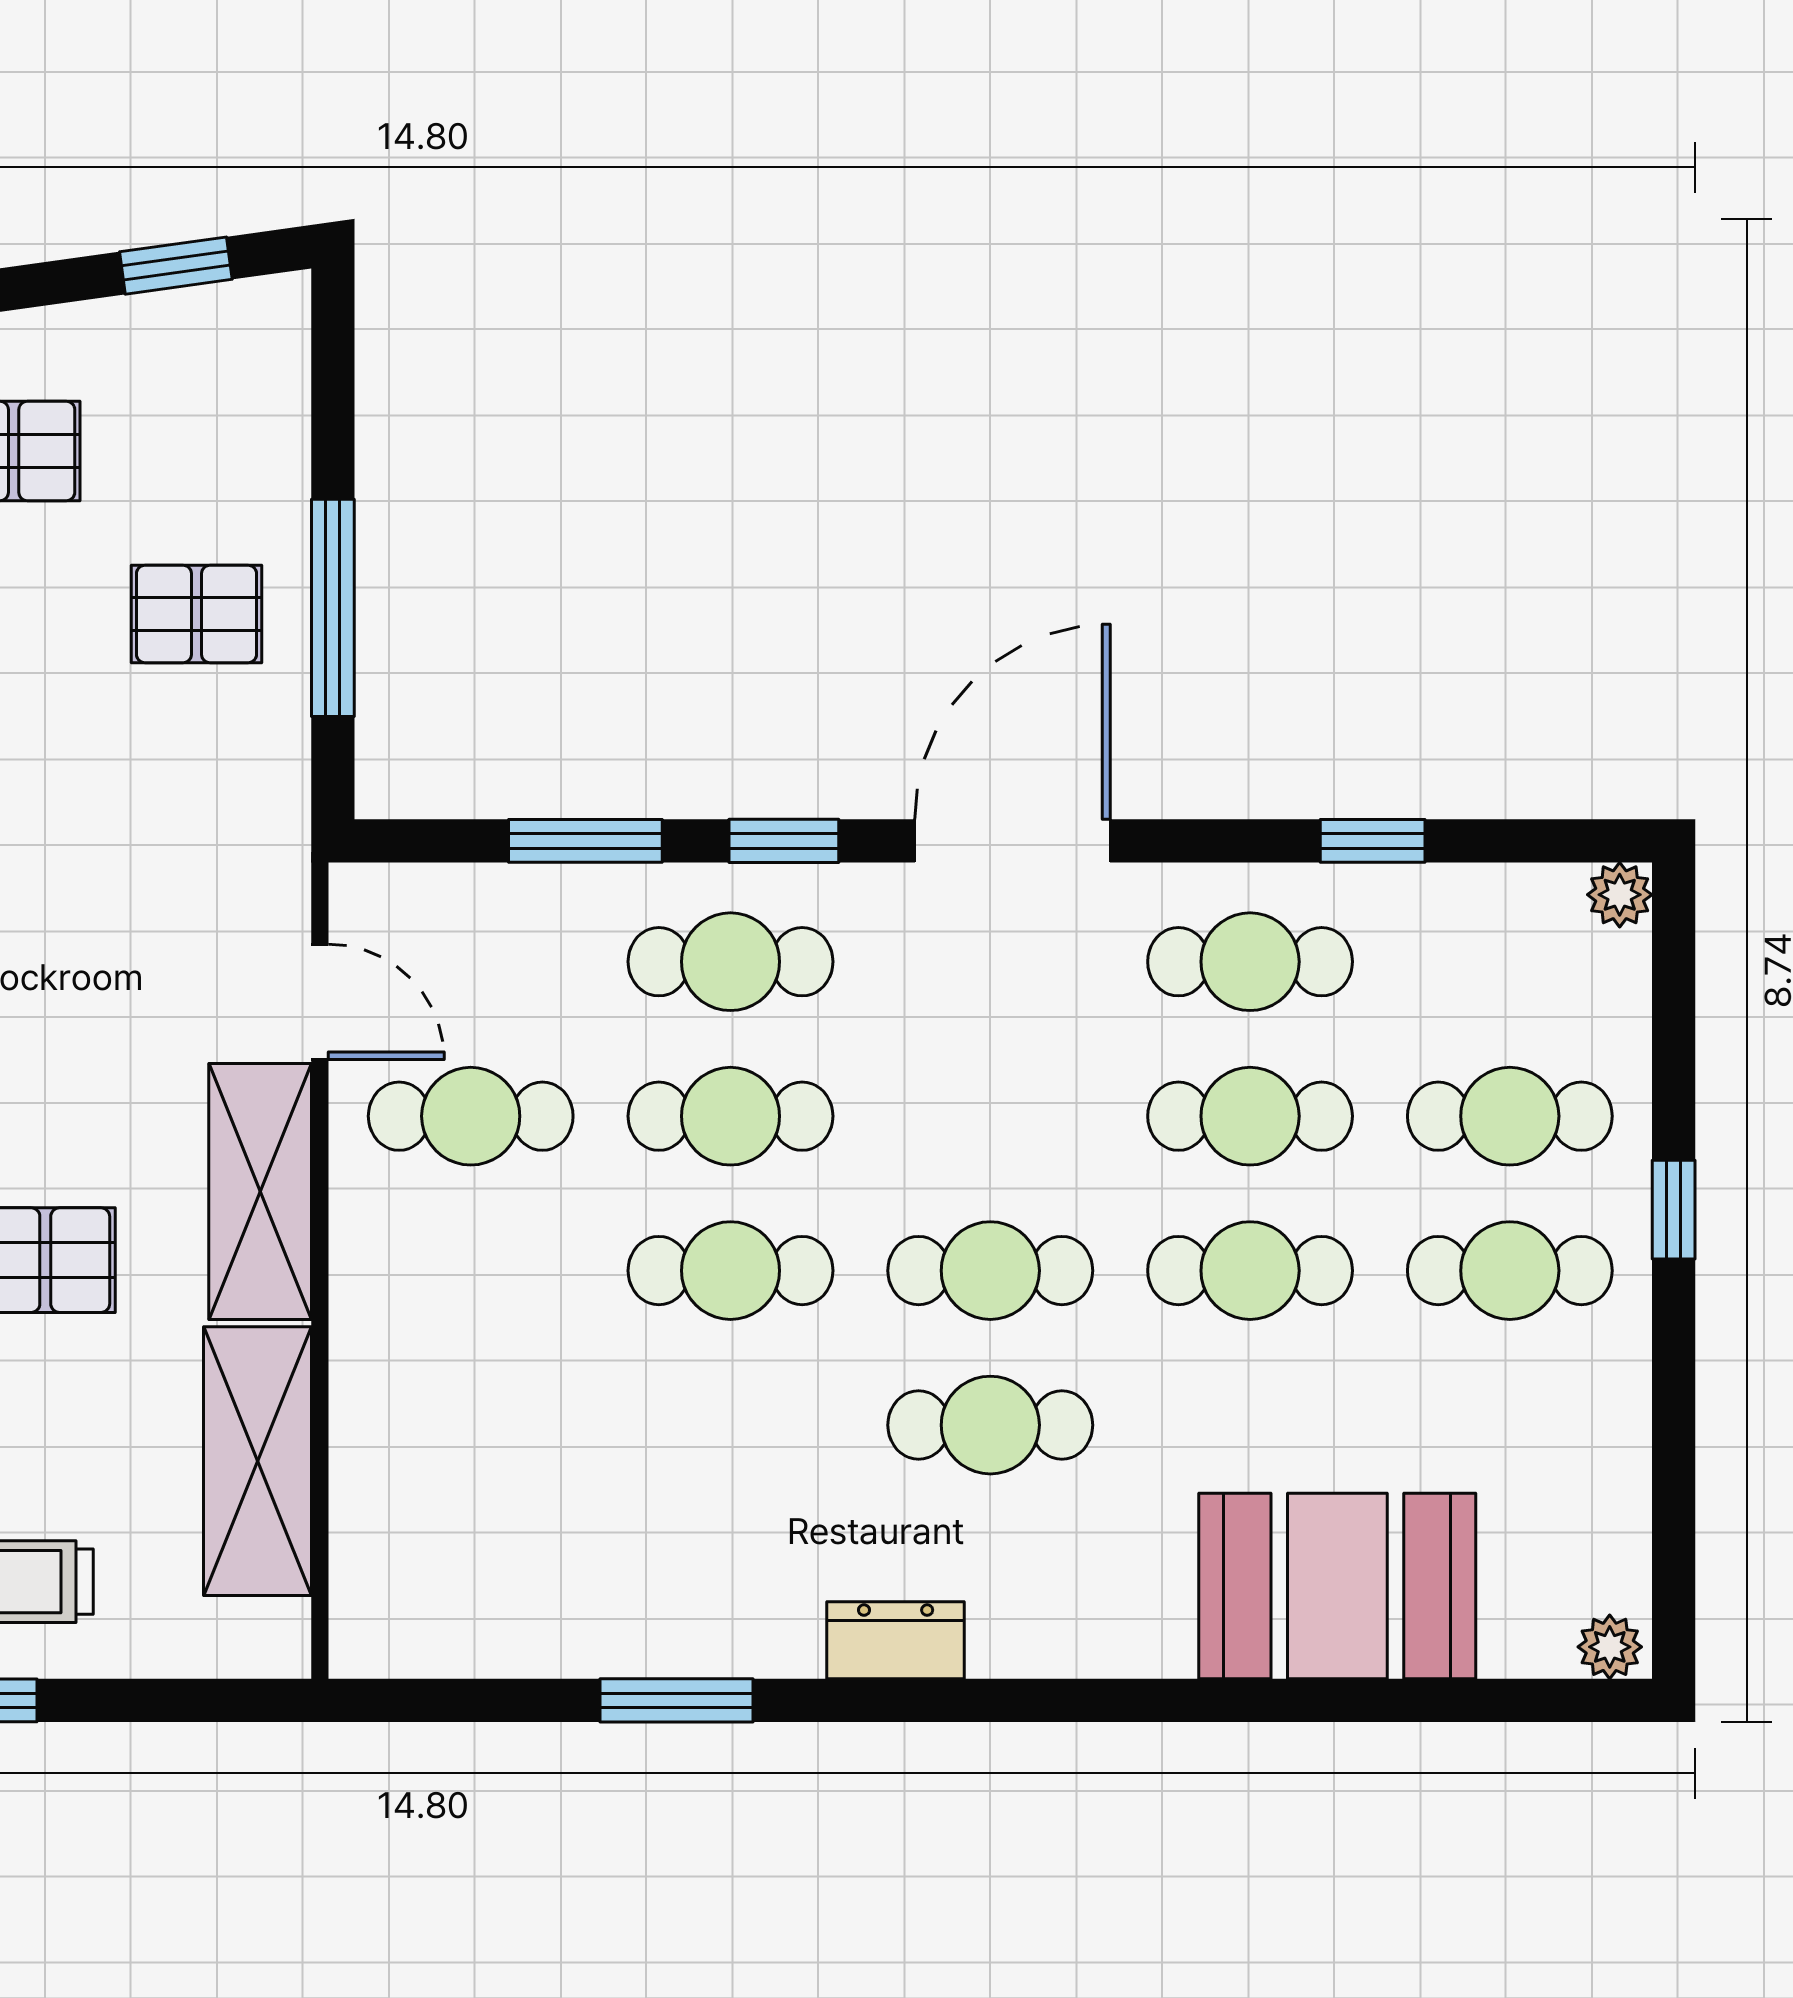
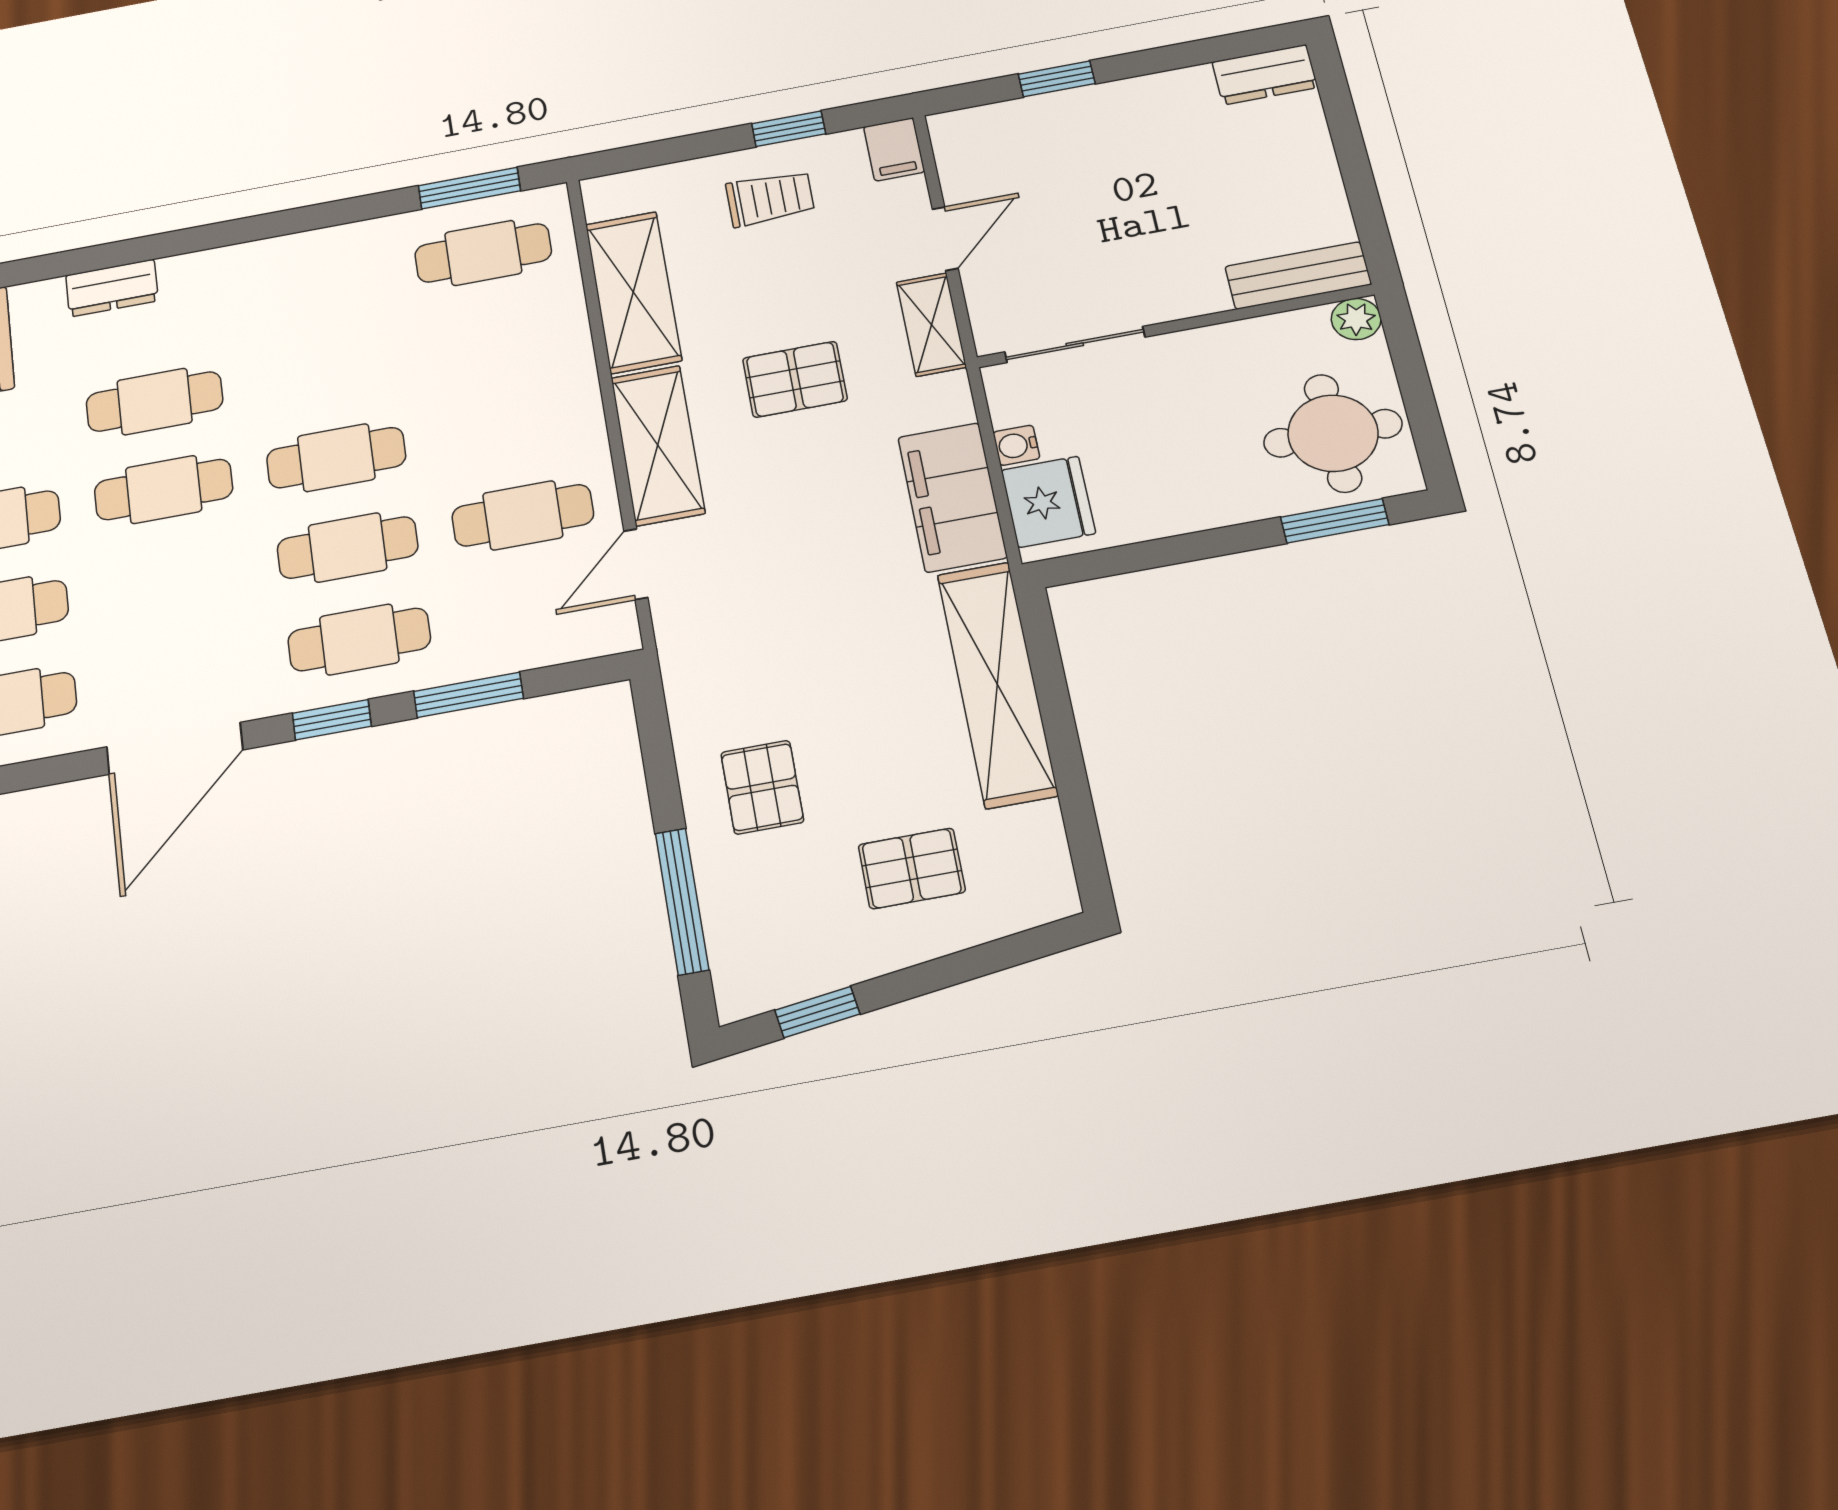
window: (333, 608) -> (682, 901), moved
pallet: (197, 614) -> (762, 787), turned 90
door: (320, 1002) -> (636, 564), hinge flipped
cafe table: (471, 1579) -> (483, 253), added
dresser: (896, 1640) -> (112, 288), moved
window: (676, 1700) -> (469, 188), moved

